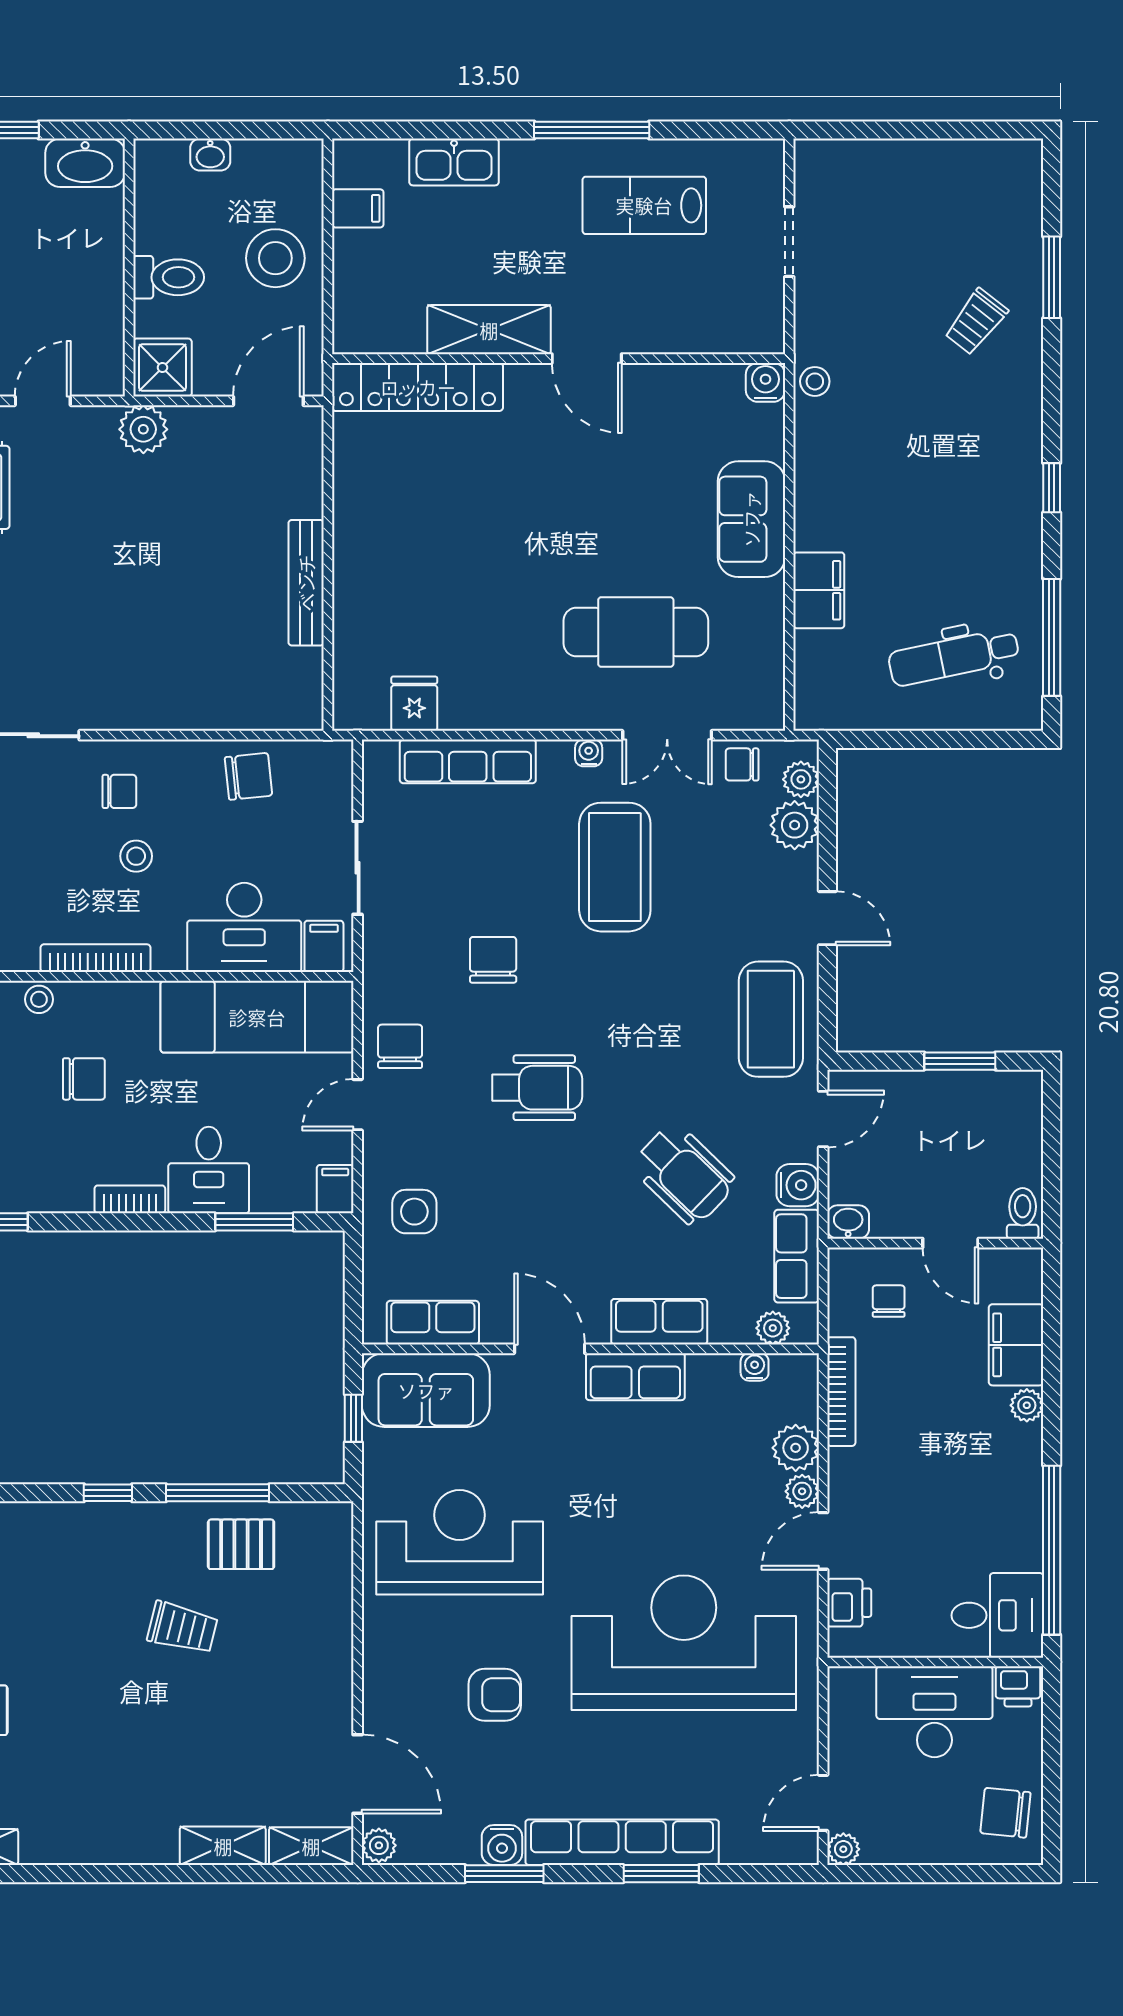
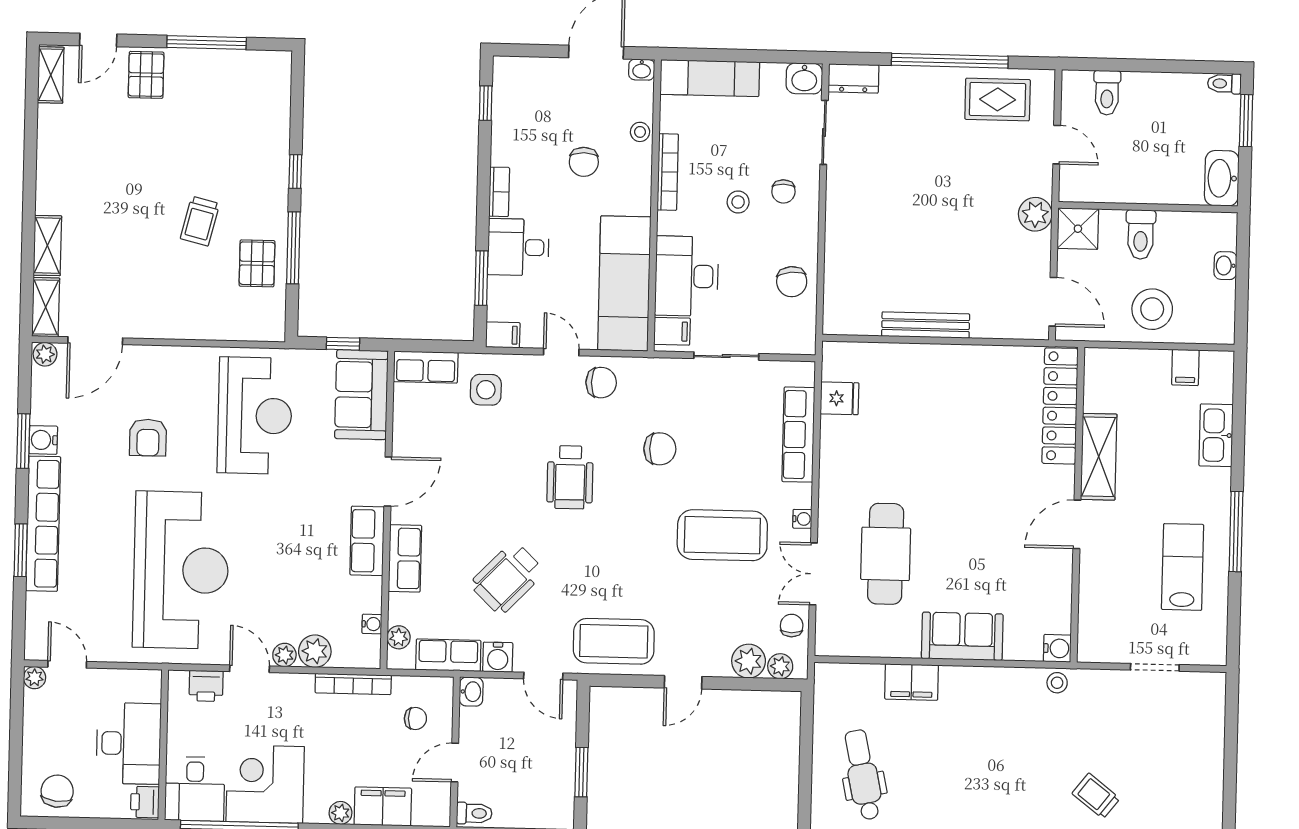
row of seats: (433, 1323) -> (426, 367), moved, turned 90
corner desk: (988, 1514) -> (265, 784), added

